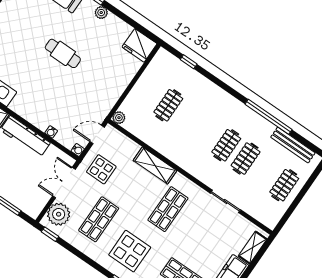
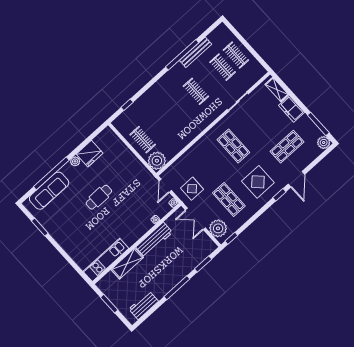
fridge: (139, 45) -> (90, 154), moved
clothes rail: (168, 105) -> (143, 140), moved
plant: (119, 118) -> (157, 161), width x1.88, depth x1.88
bench: (293, 145) -> (196, 52), moved
clothes rail: (246, 159) -> (223, 67), moved
shelving: (155, 166) -> (199, 148), removed

